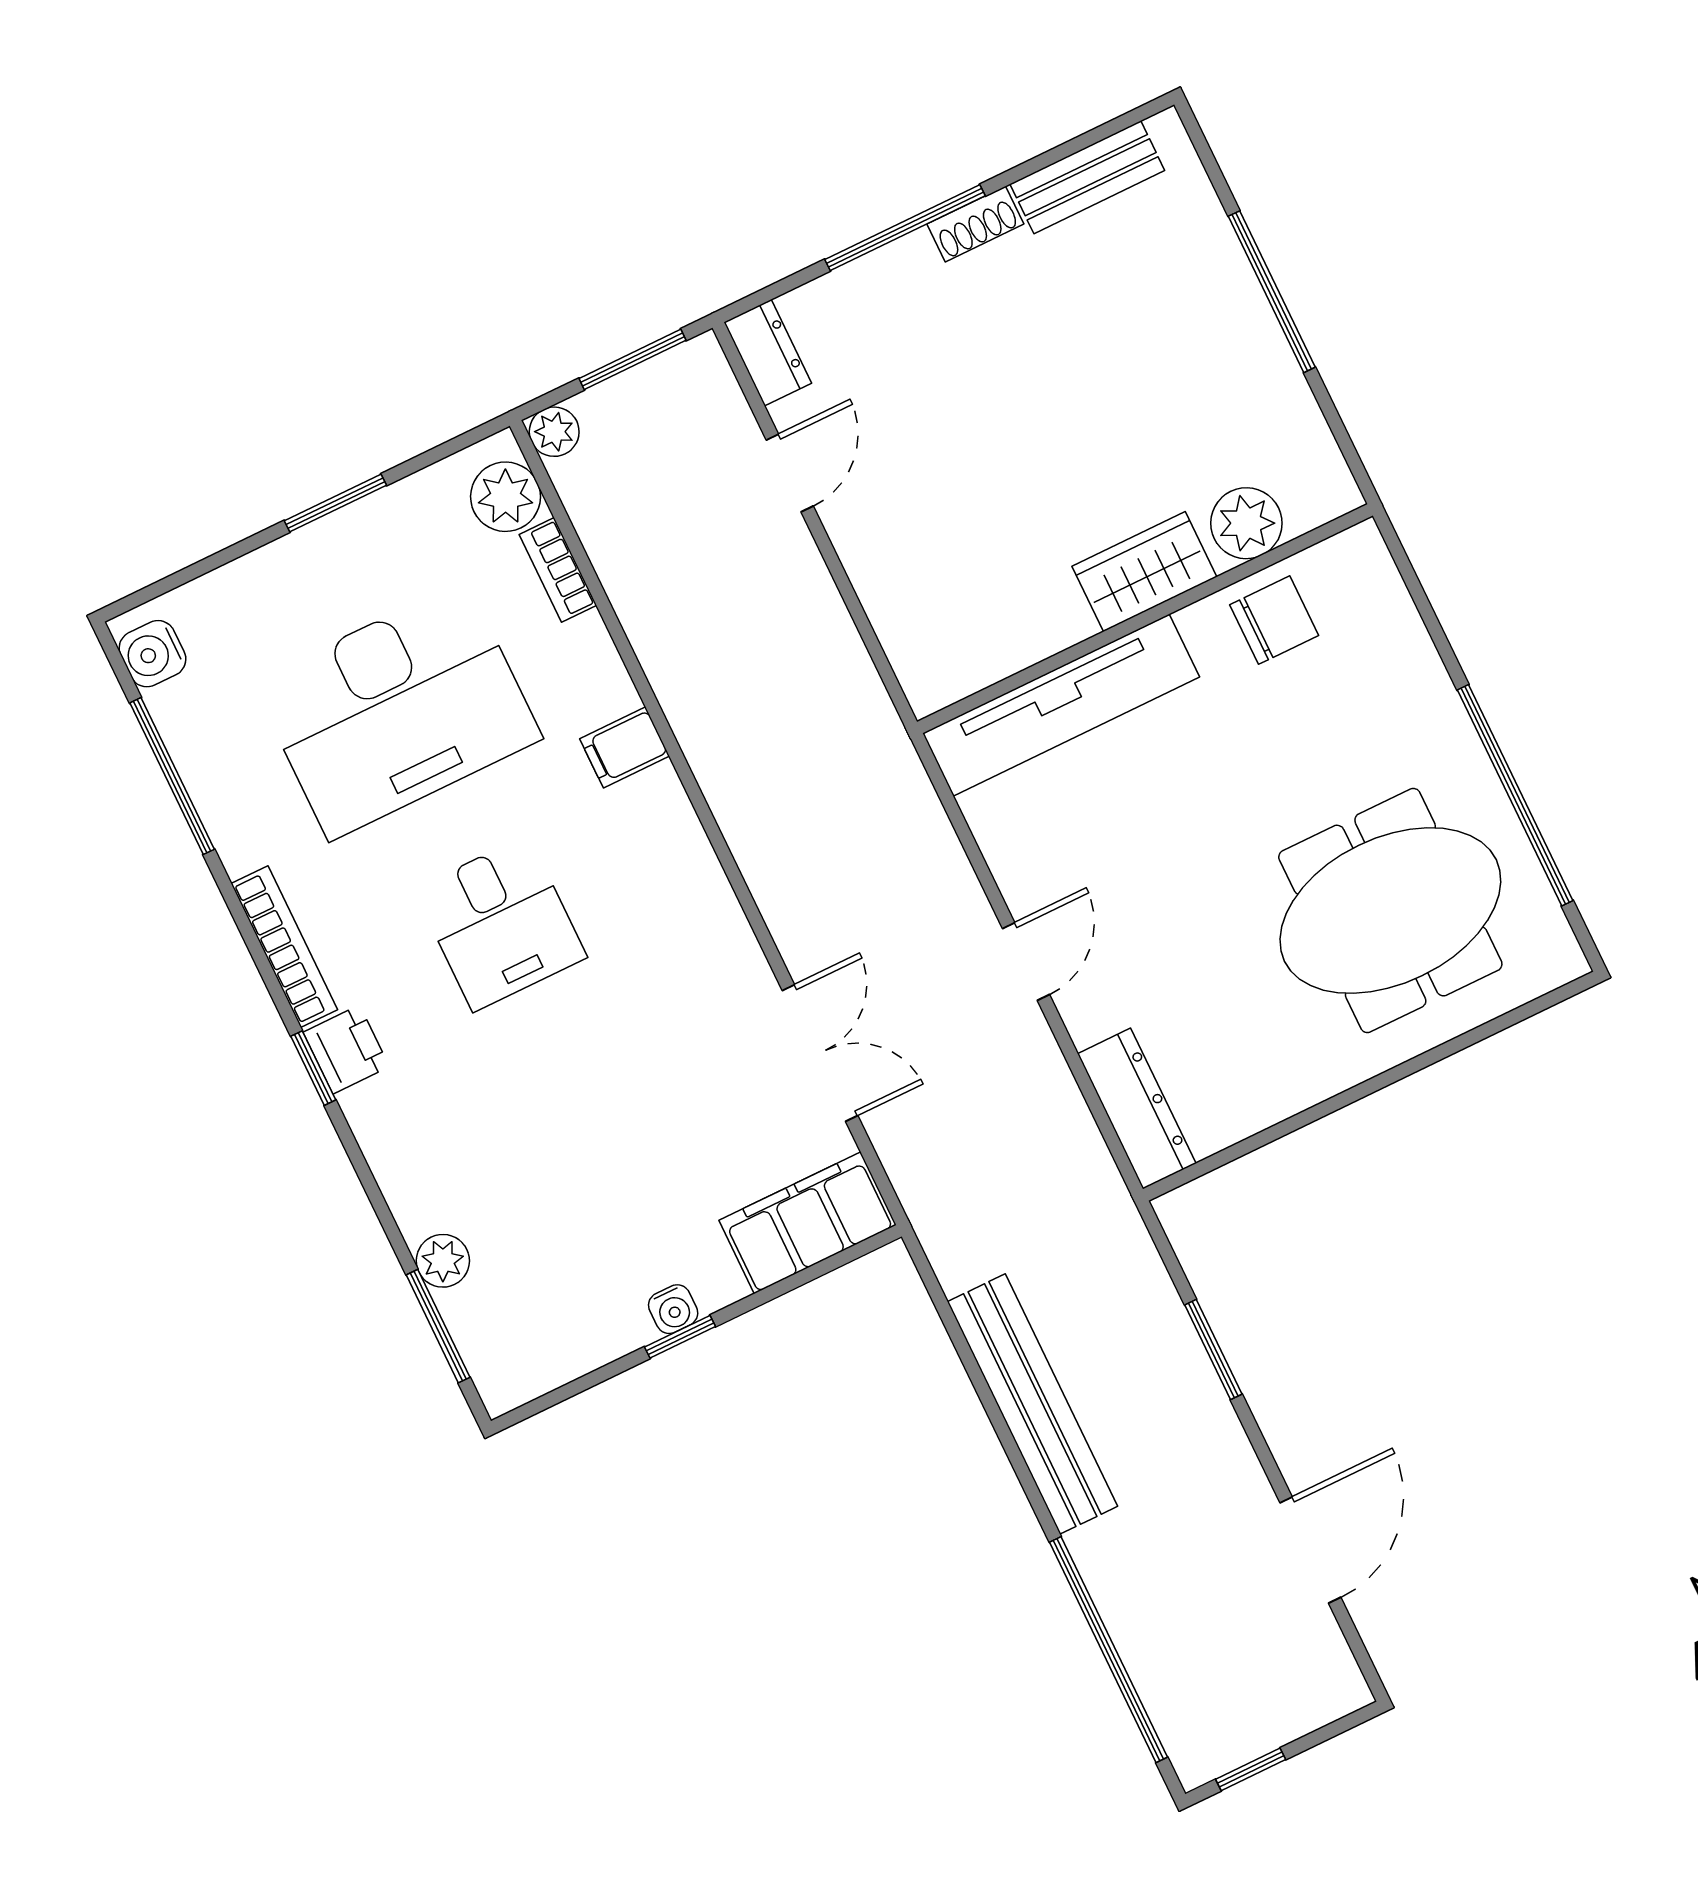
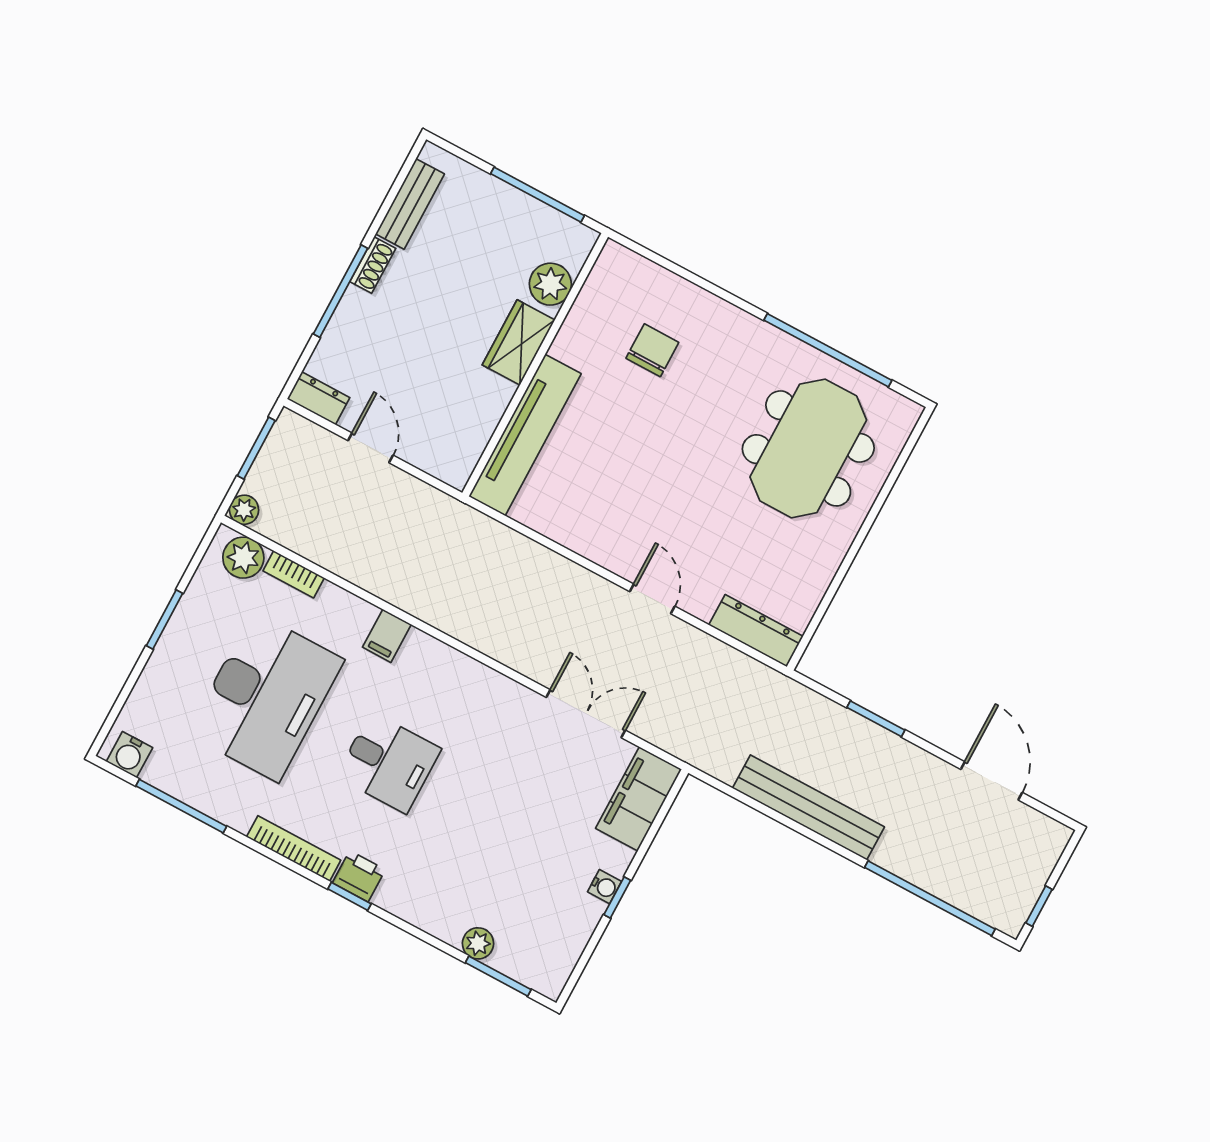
plant: (1246, 523) -> (550, 284), moved
wardrobe: (1144, 572) -> (519, 342), moved
wall: (1145, 619) -> (535, 365), moved
tv unit: (1061, 705) -> (525, 435), moved

